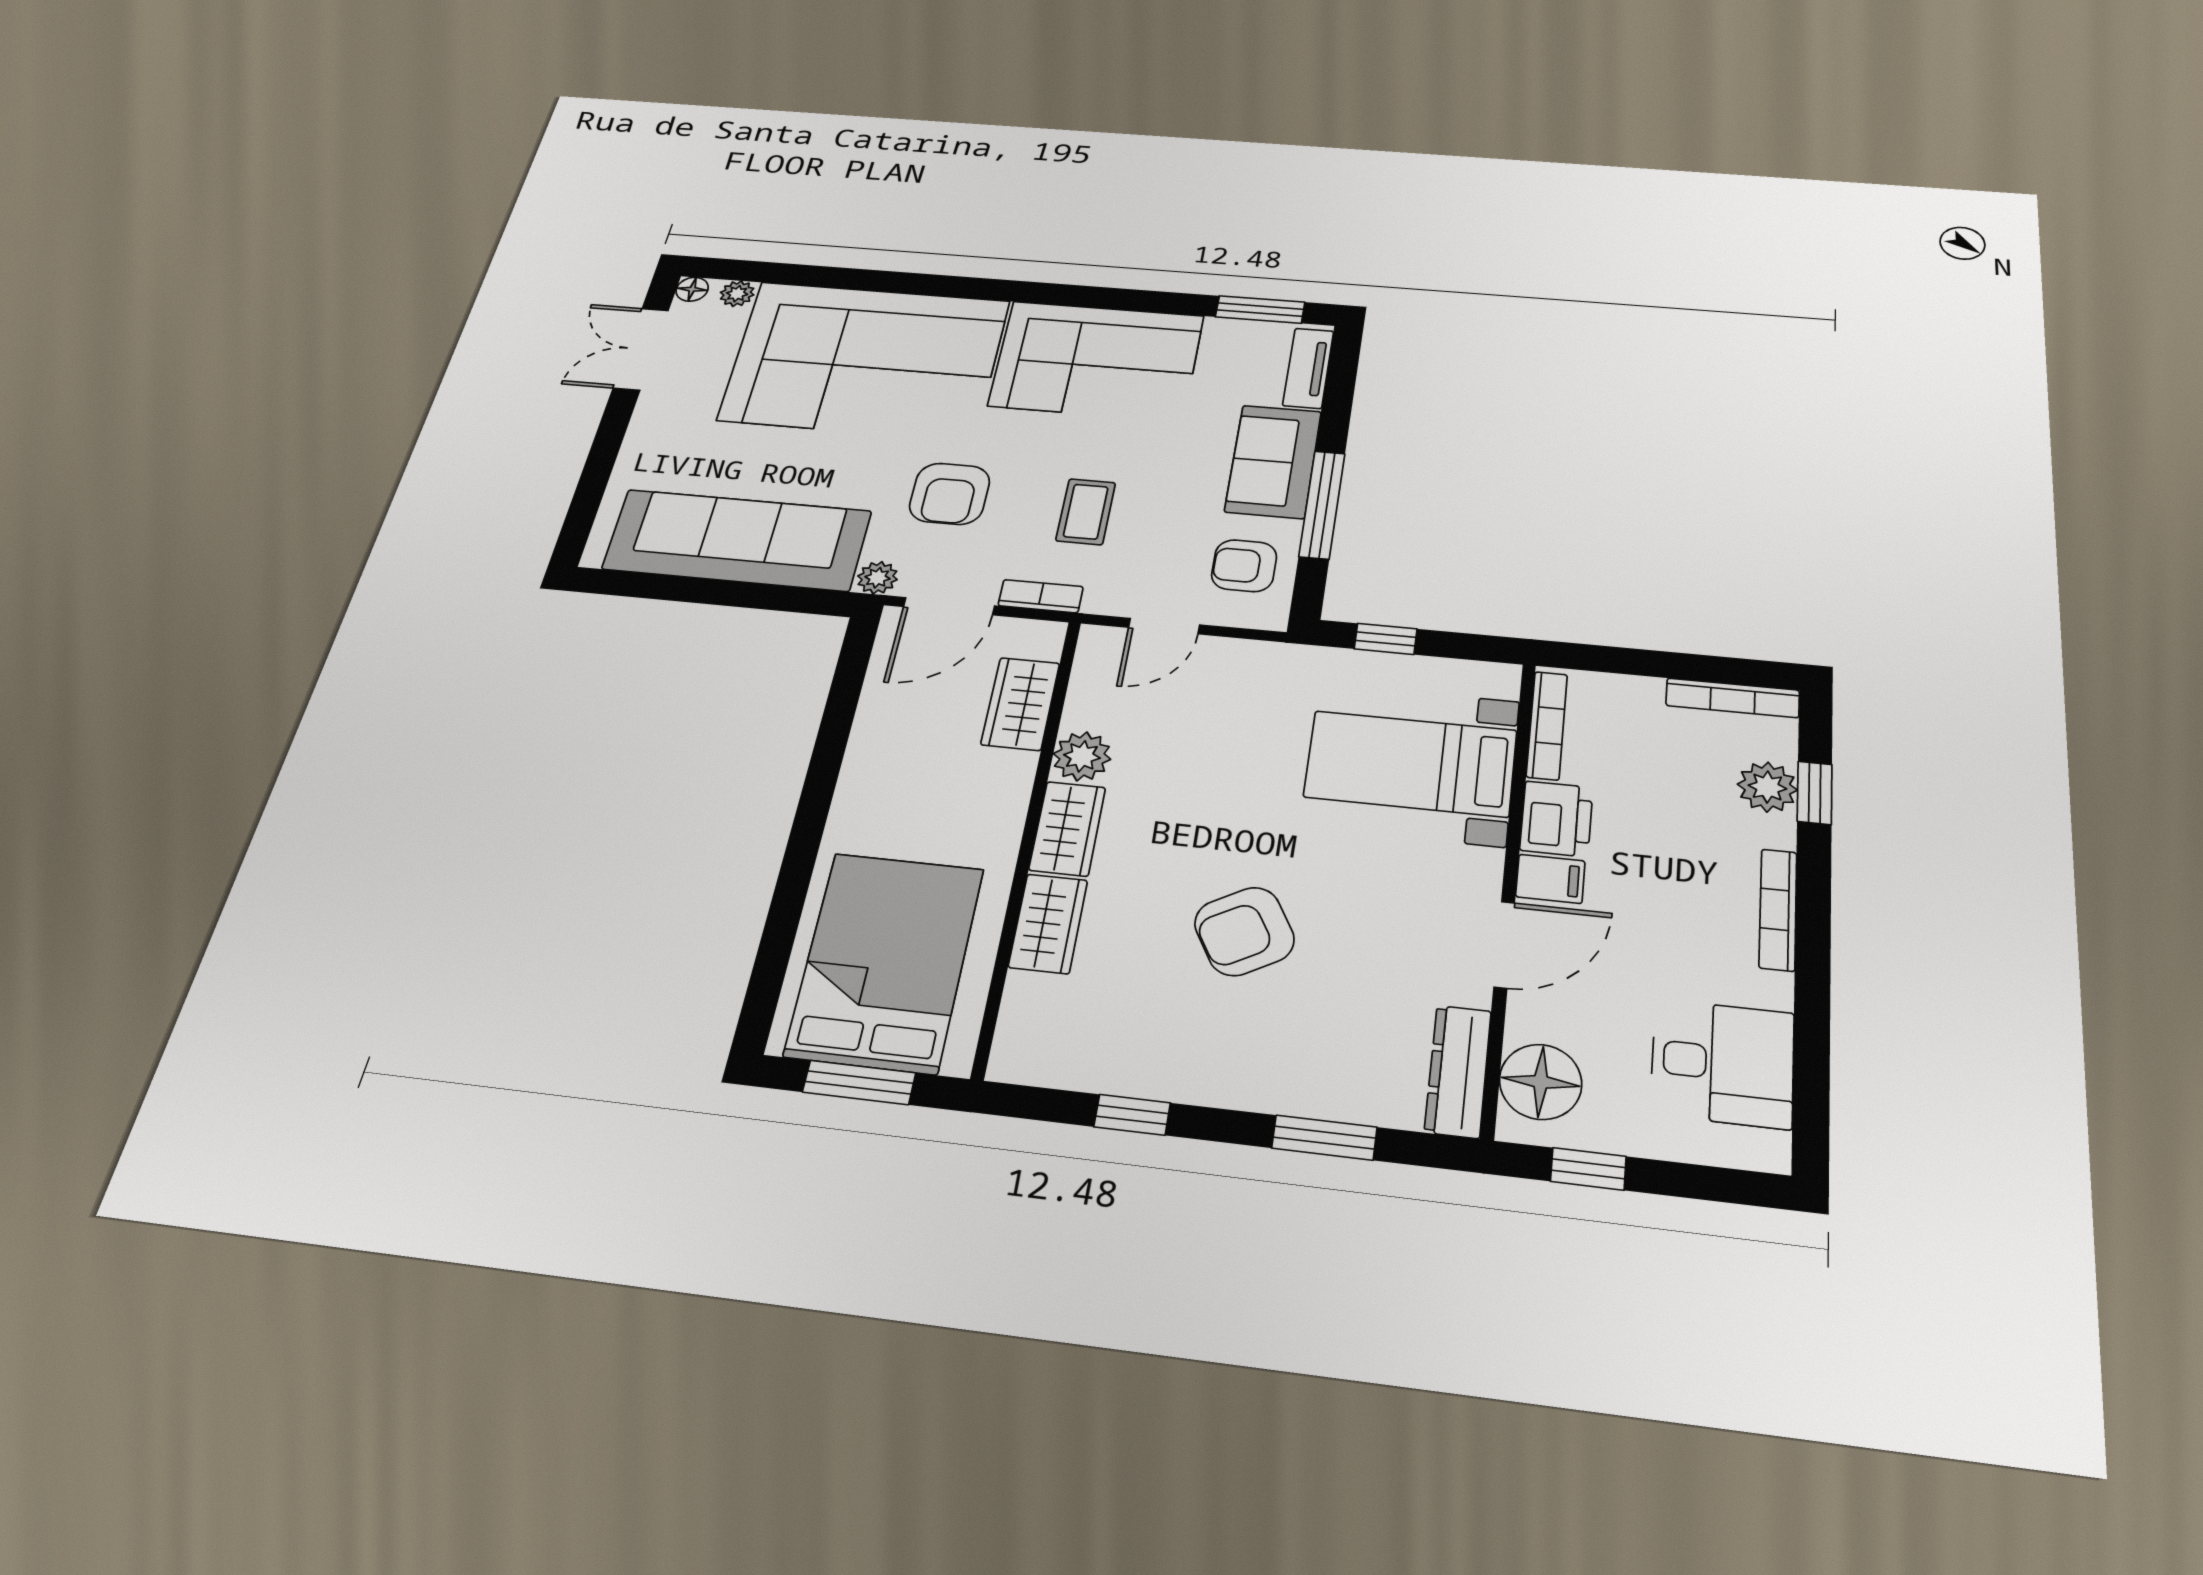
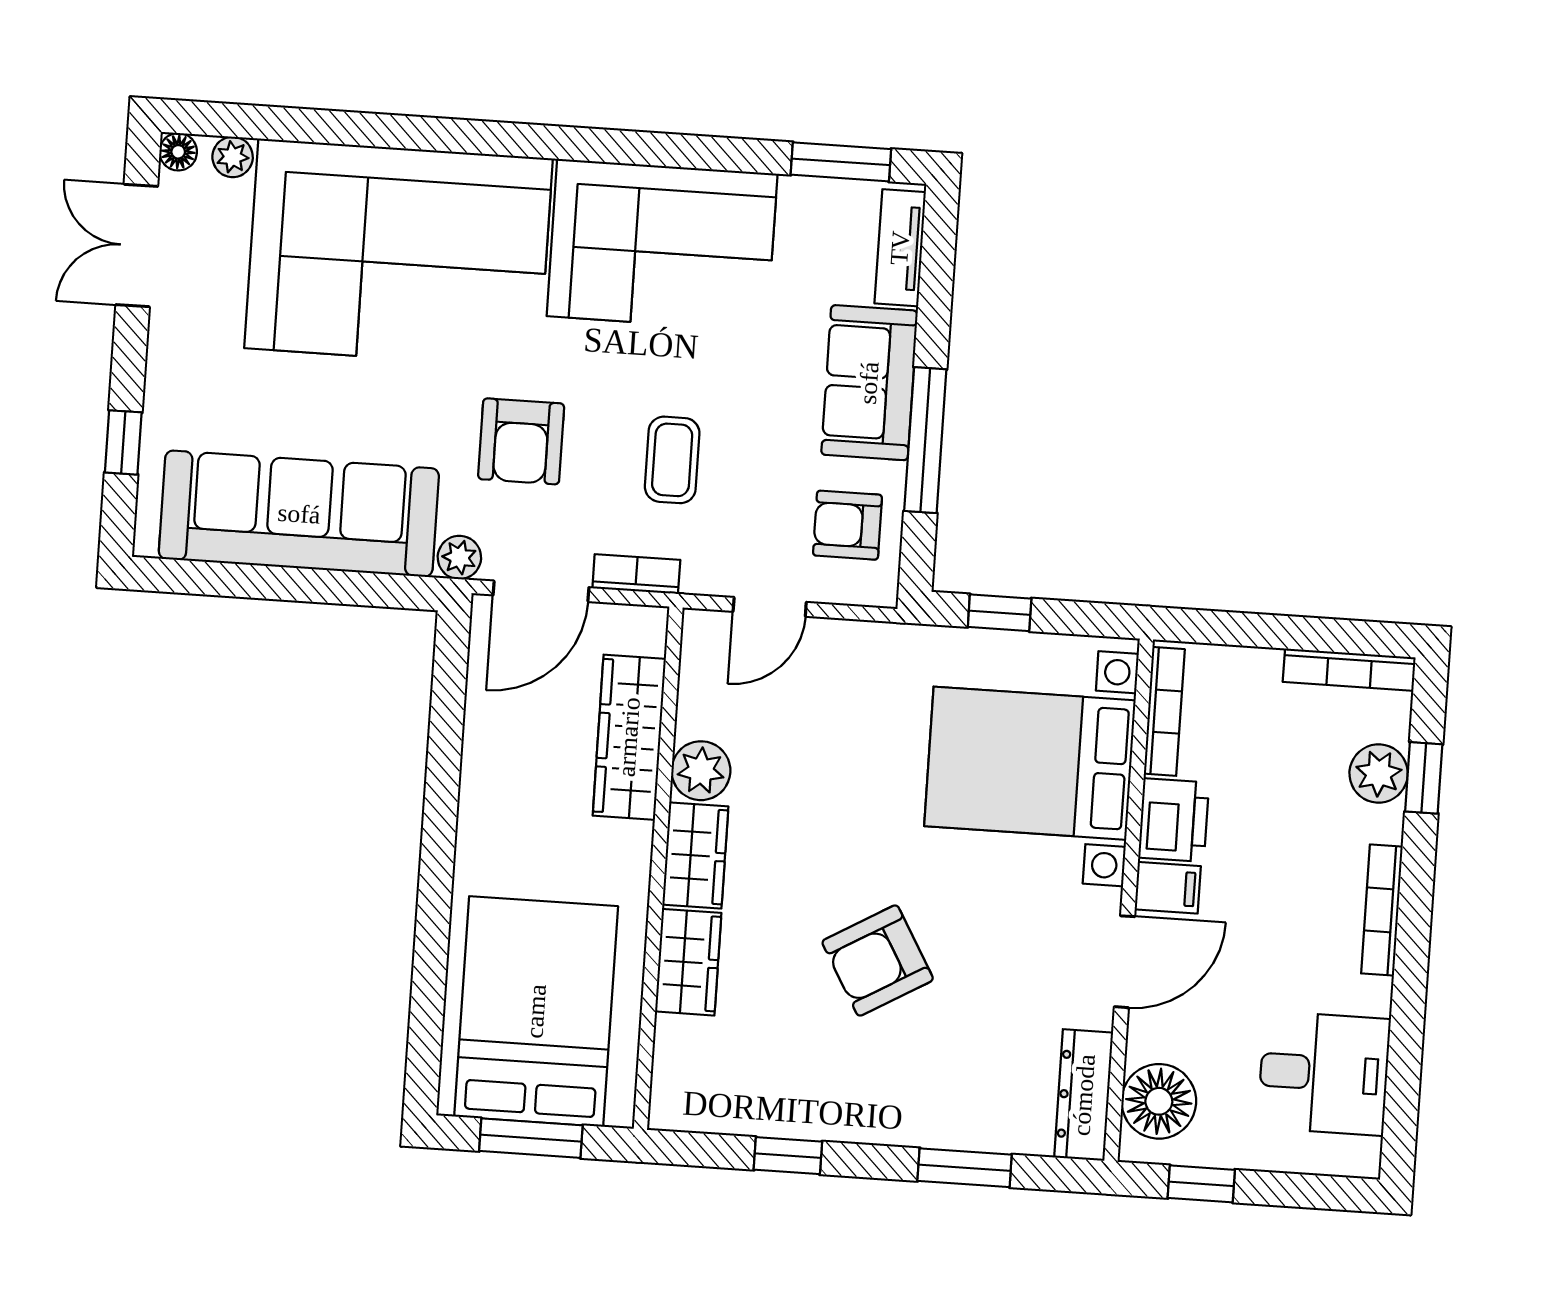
window: (593, 483) -> (123, 442), added
wardrobe: (1020, 704) -> (629, 737), width x1.50
bed with nightstands: (1411, 764) -> (1030, 763), width x1.36

